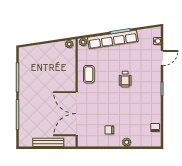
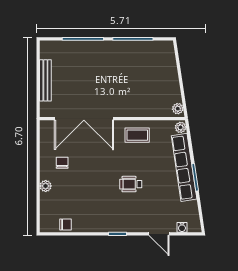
double door: (77, 114) -> (84, 119), swing flipped

